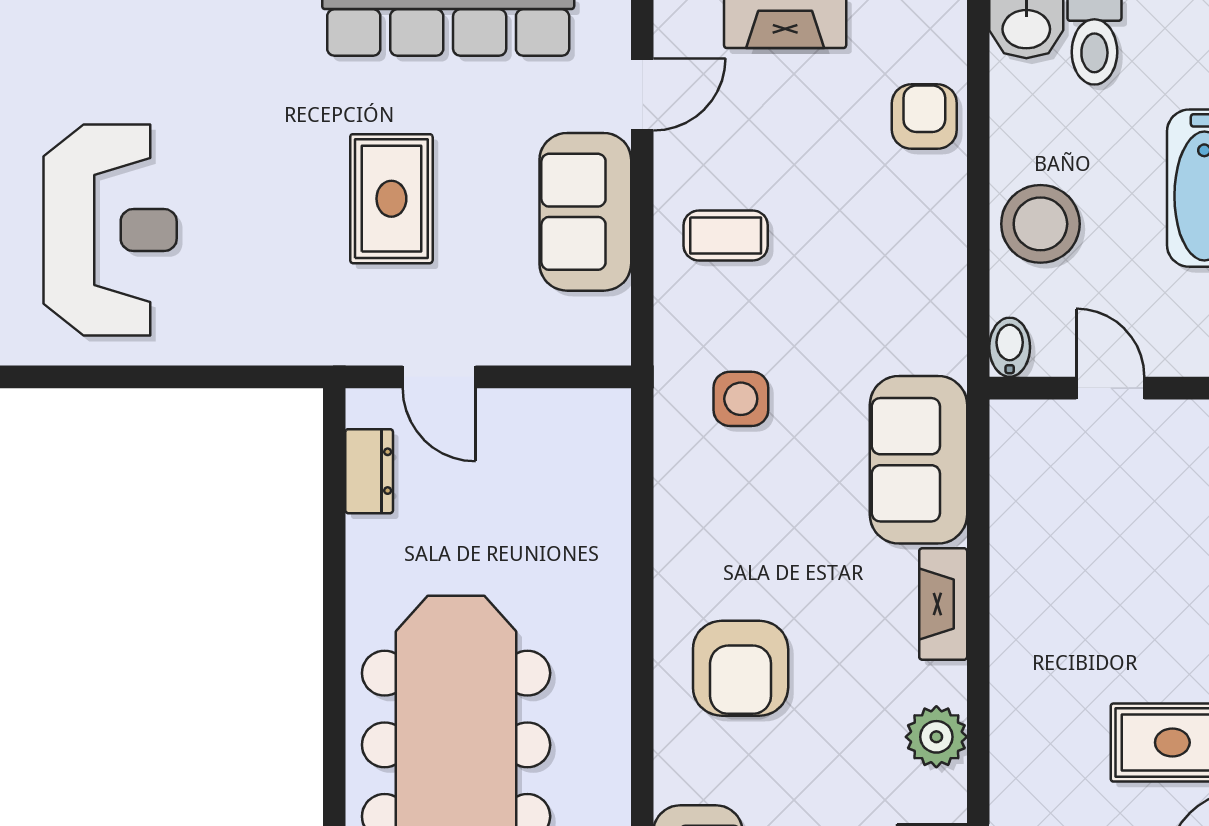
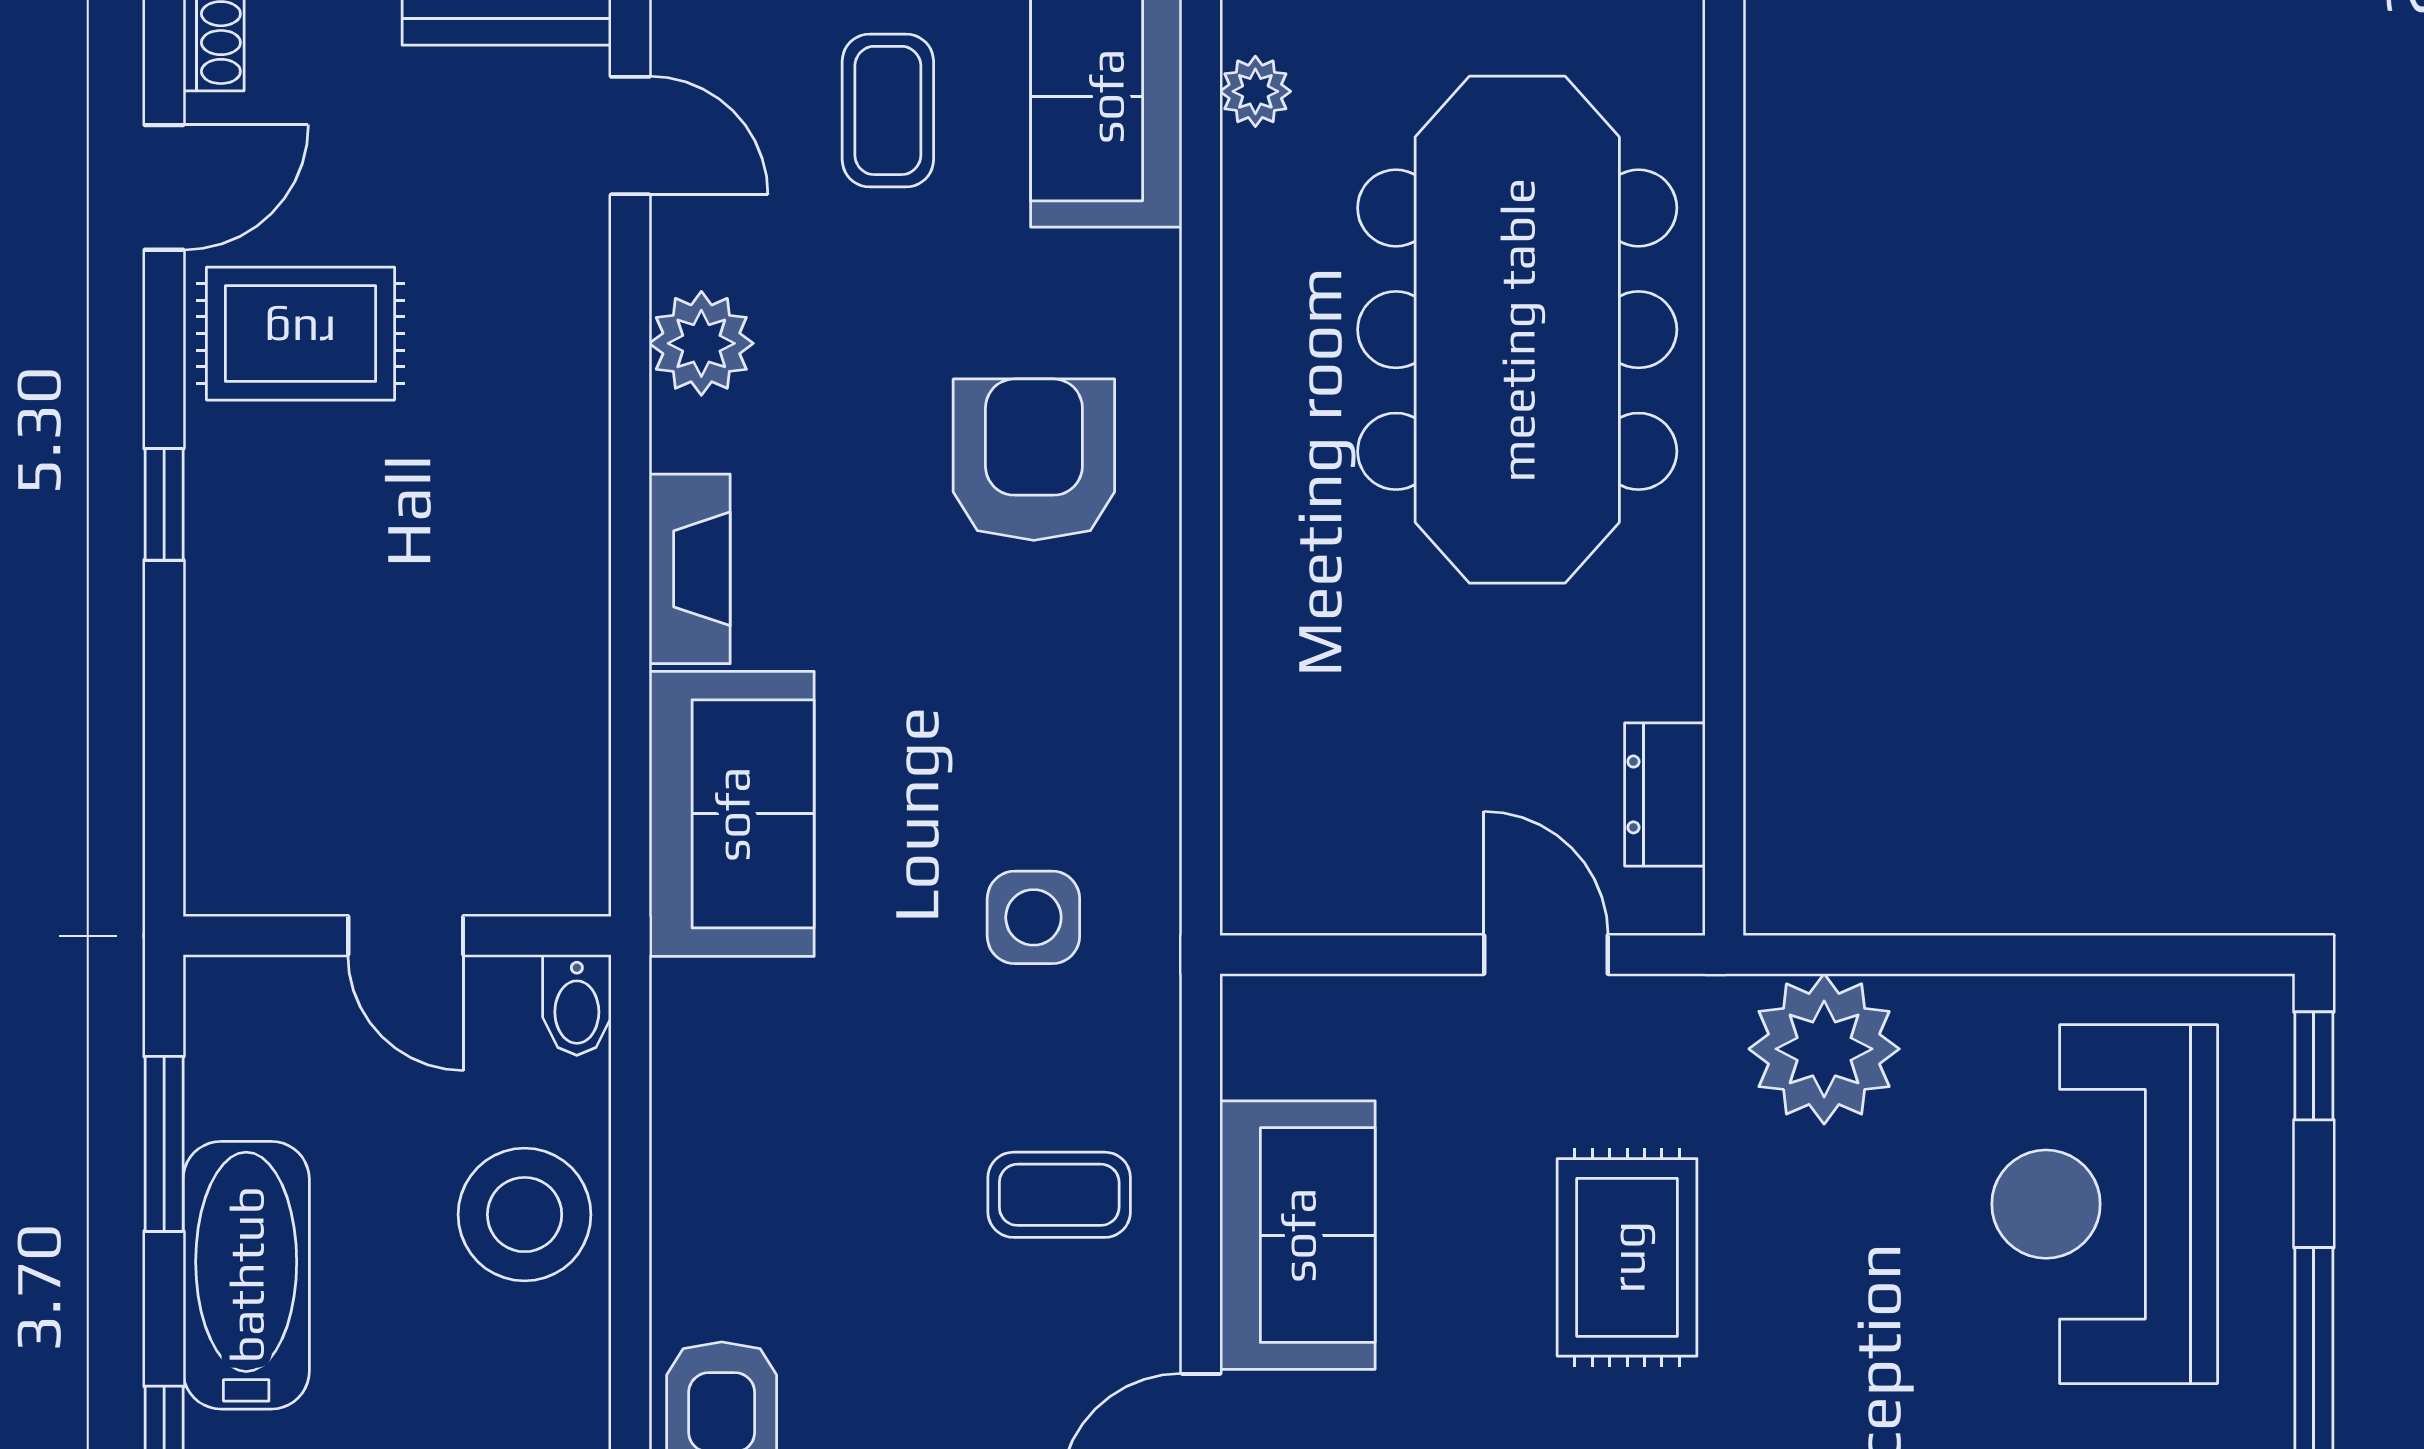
plant: (275, 321) -> (1824, 1049), added

